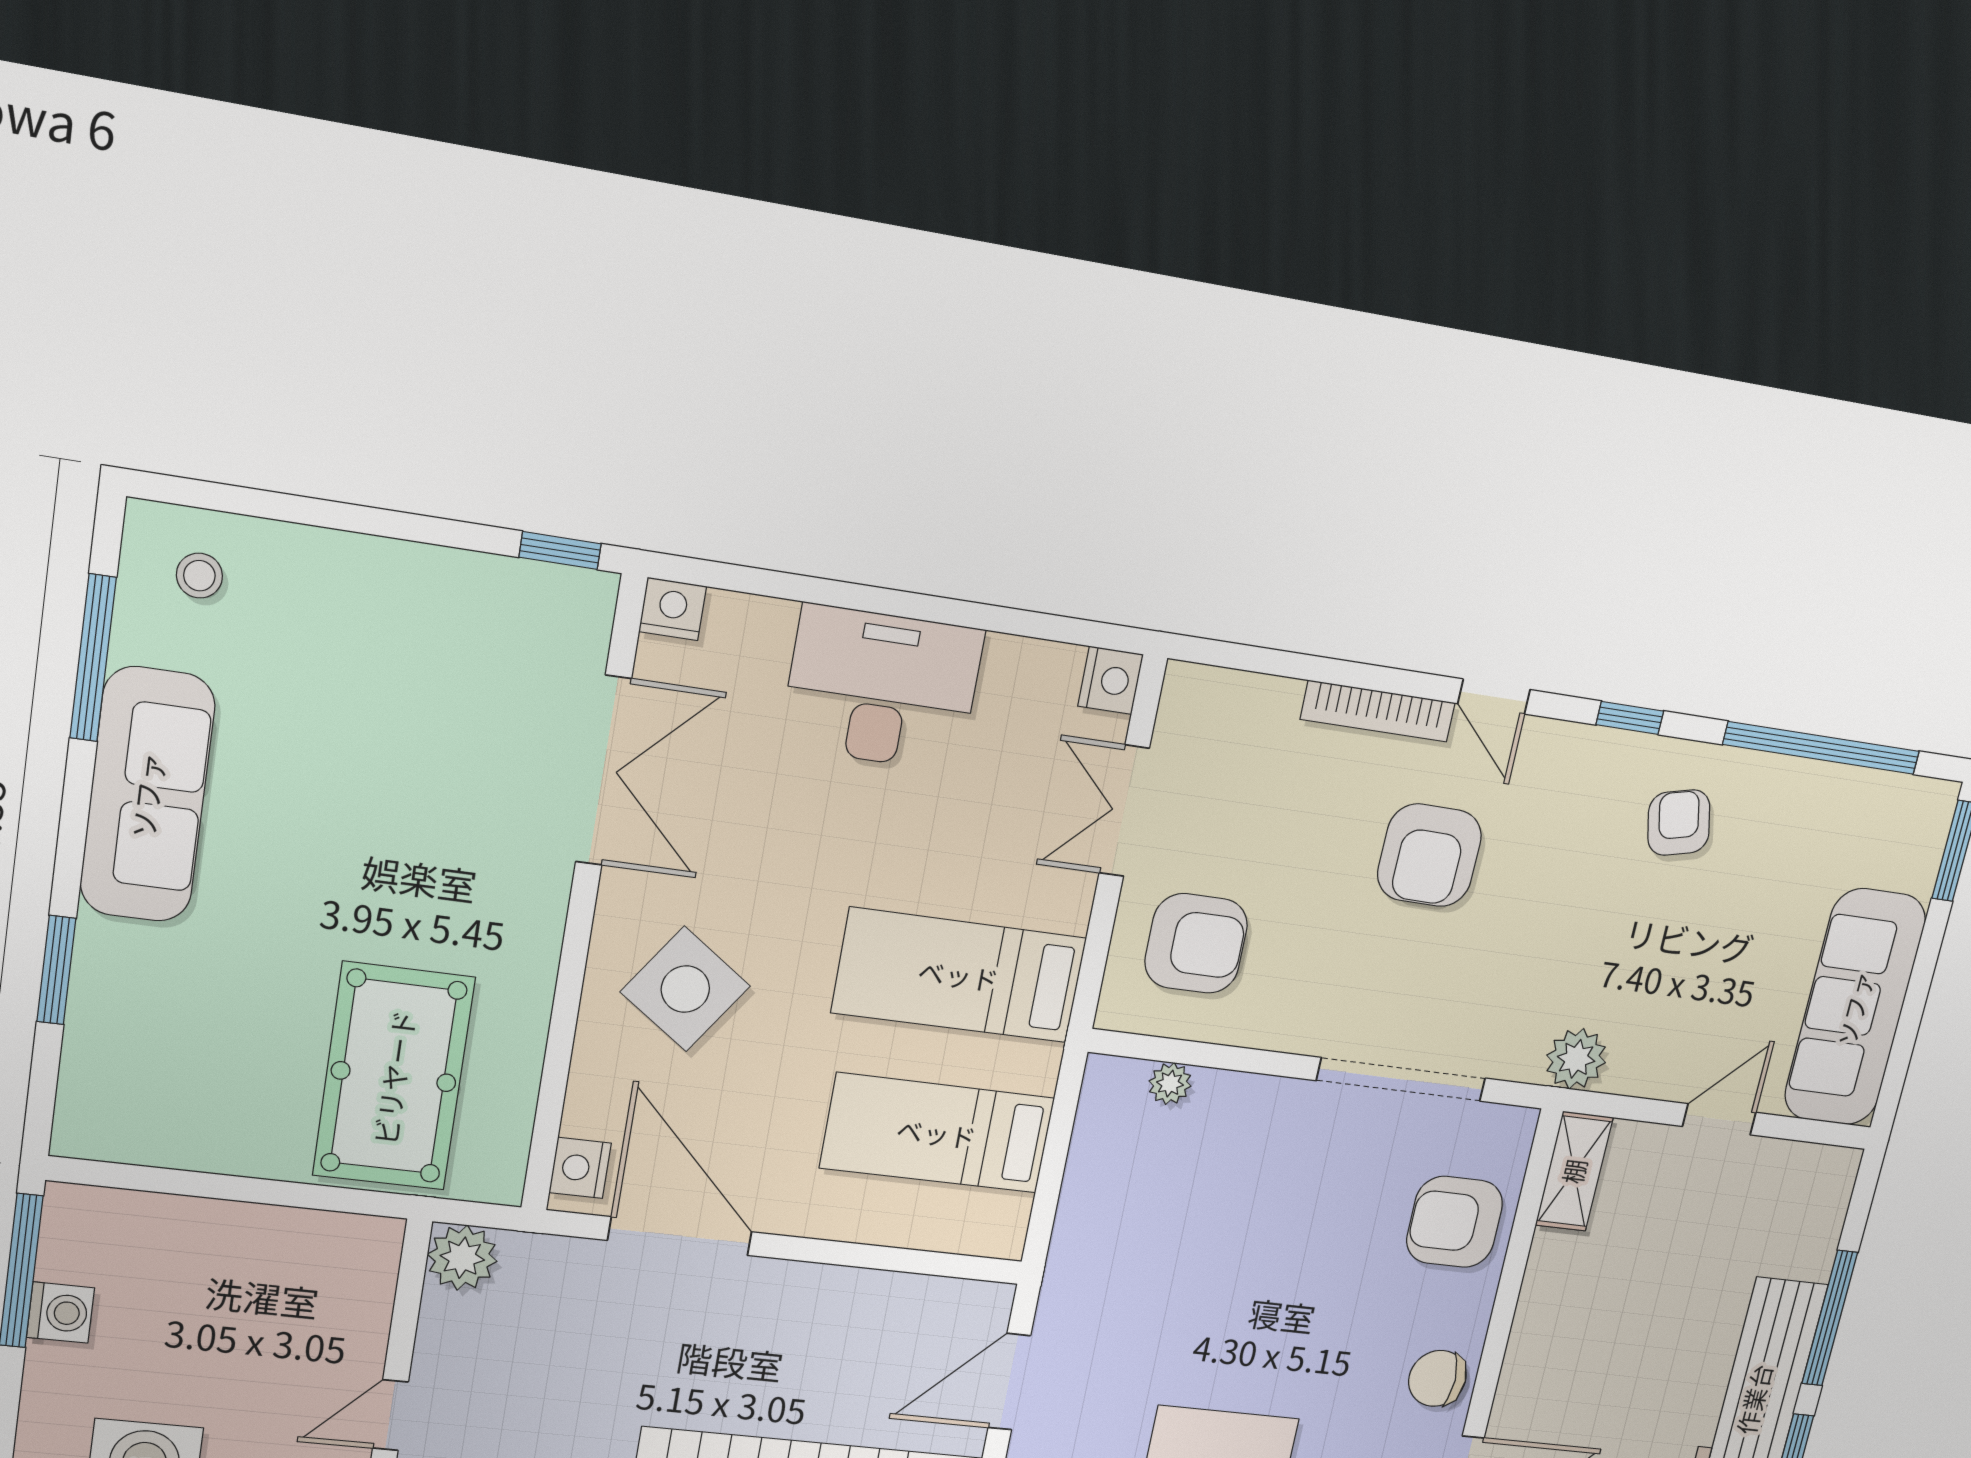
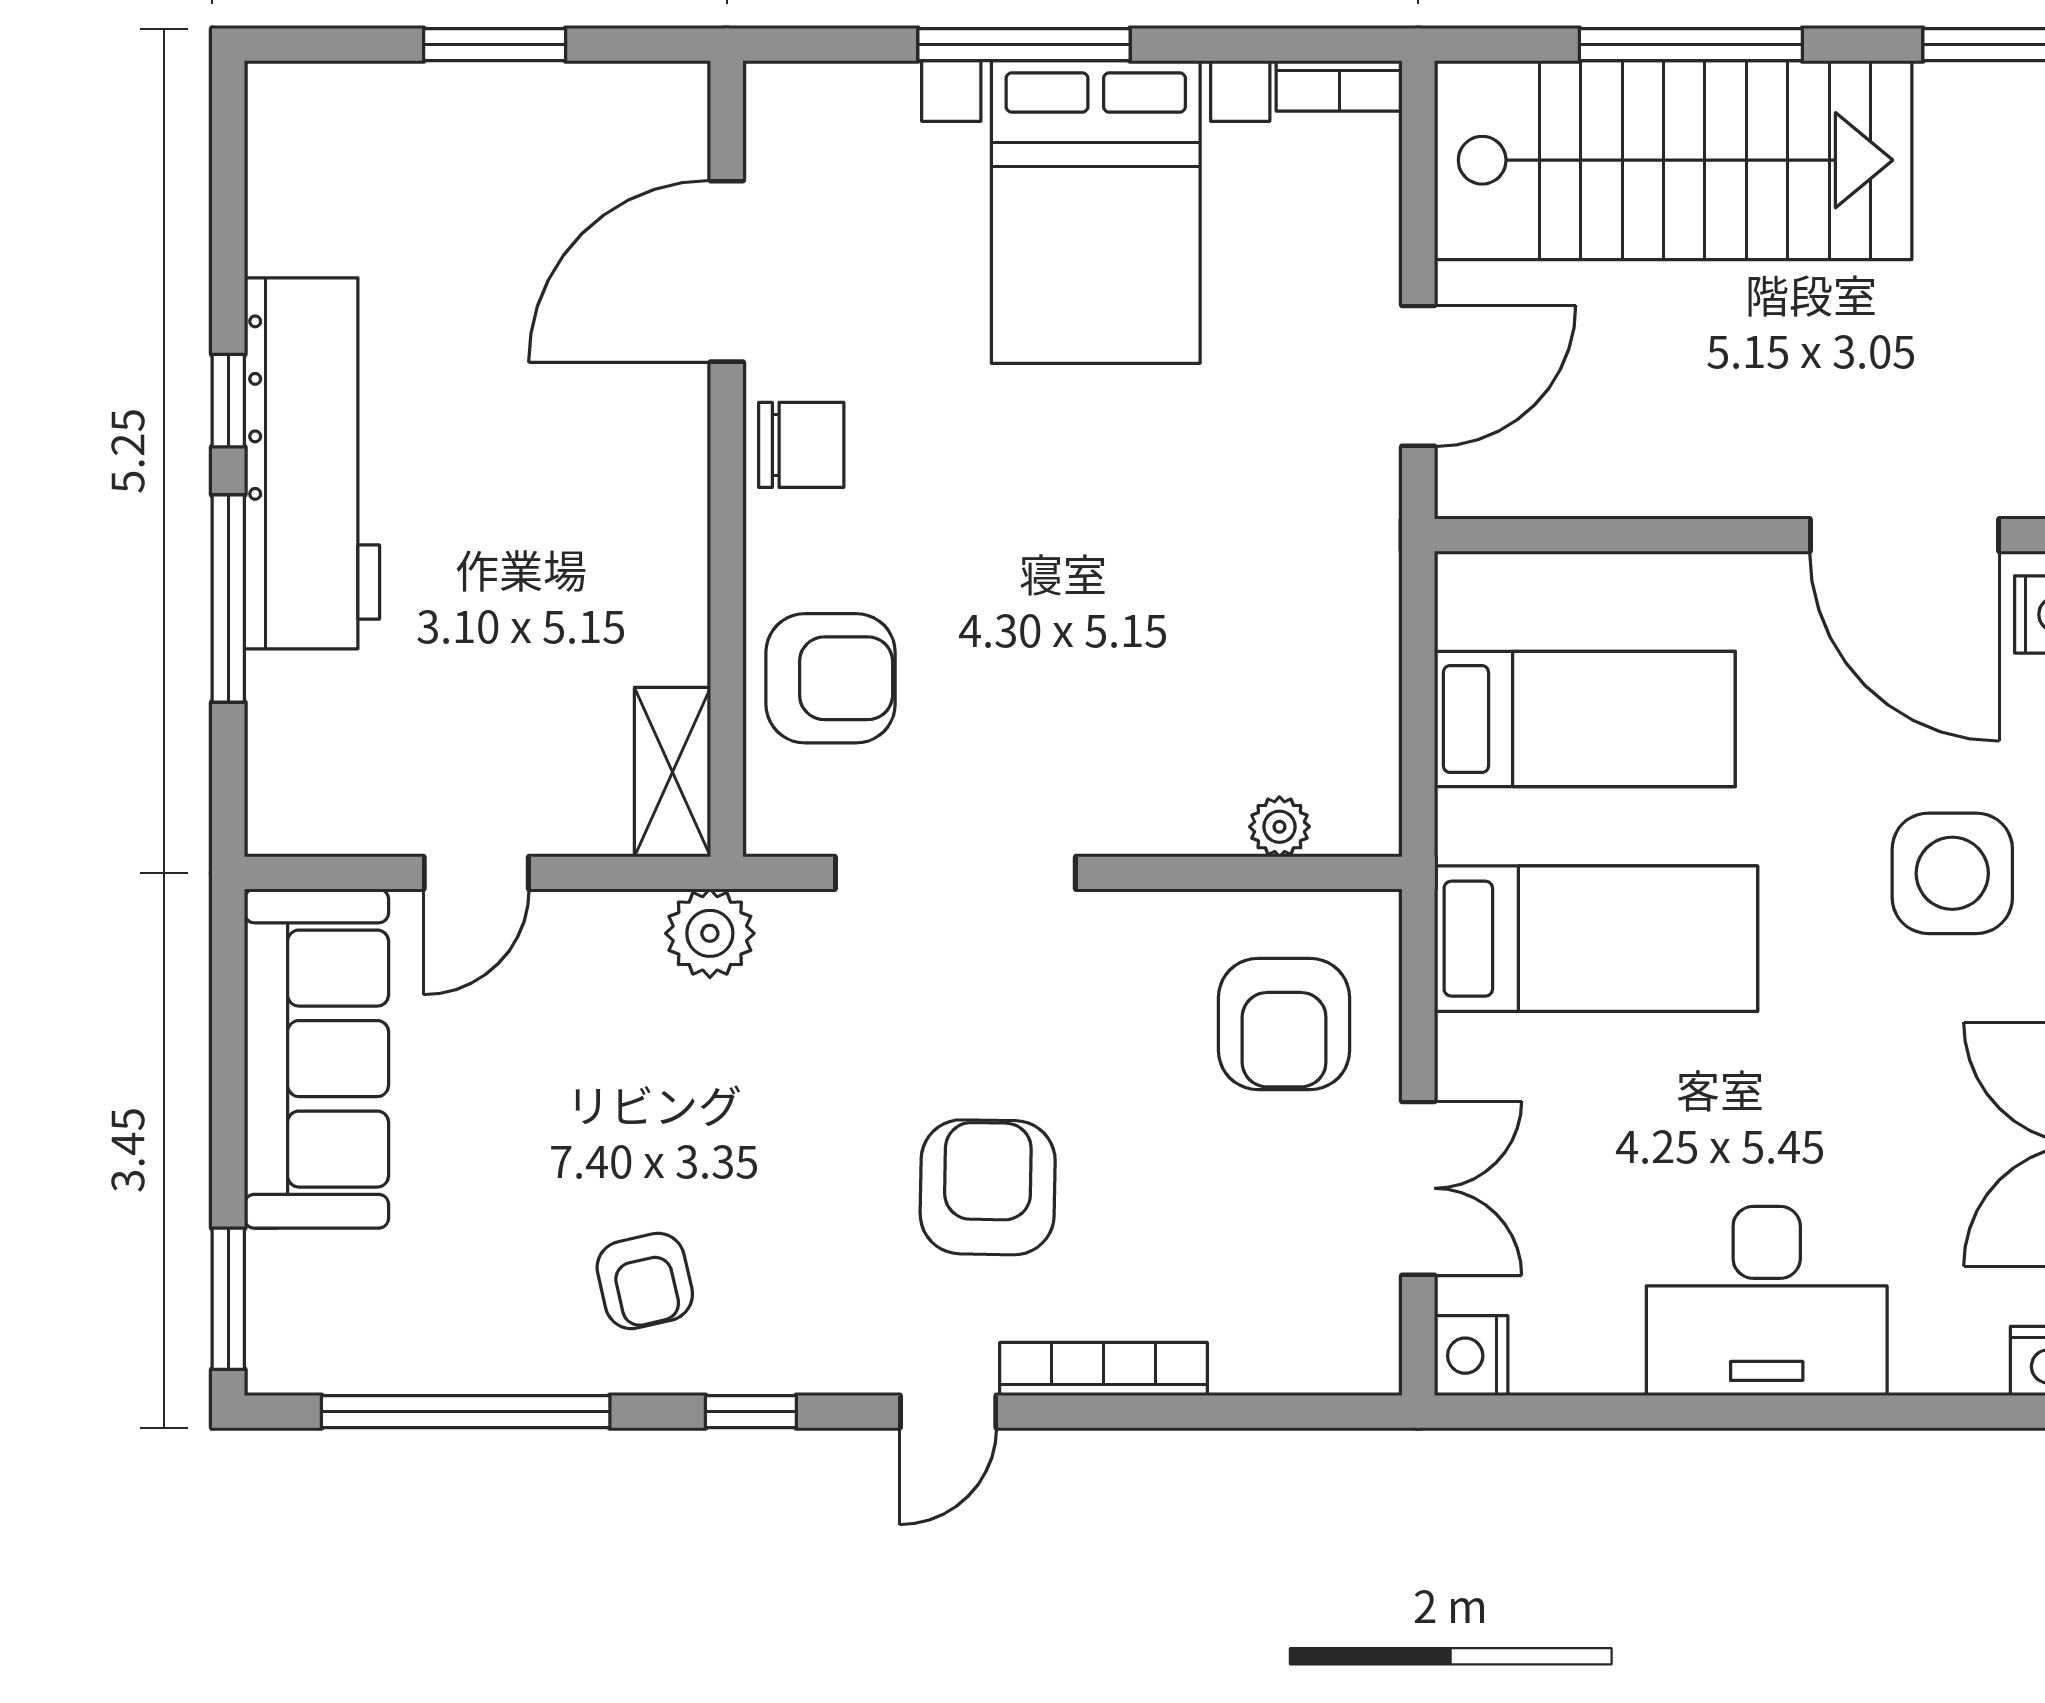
door: (1494, 697) -> (948, 1412), swing flipped
armchair: (1196, 943) -> (1284, 1024), turned -90
side table: (685, 989) -> (1952, 873), turned -35

